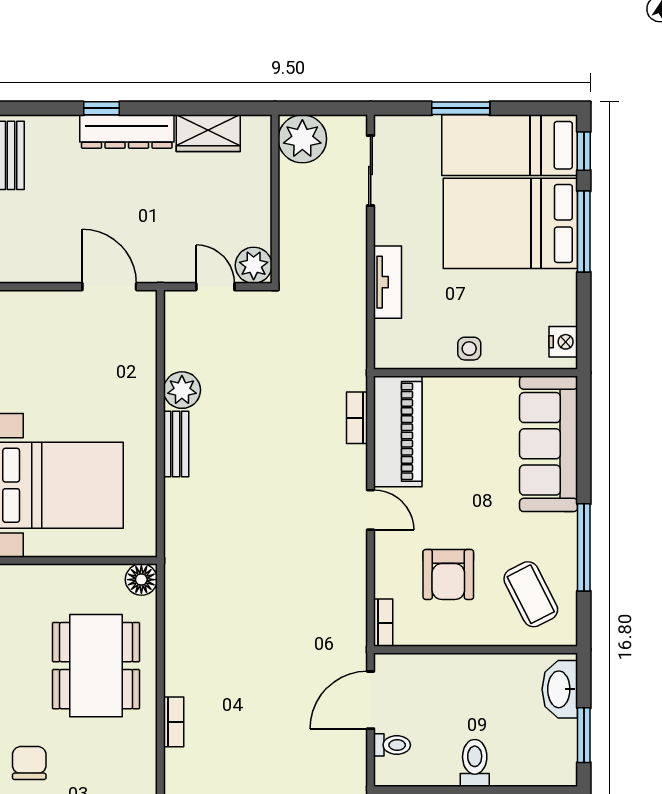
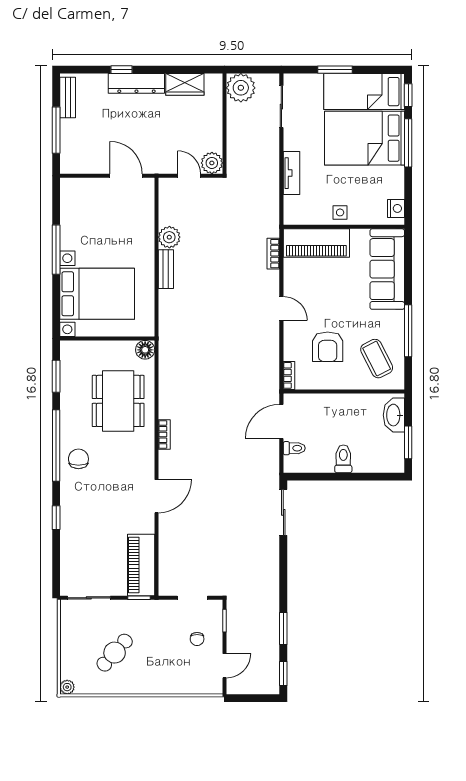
piano: (398, 431) -> (316, 243), moved, turned 90

